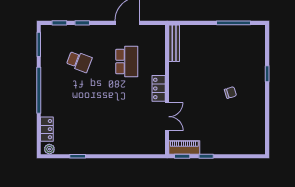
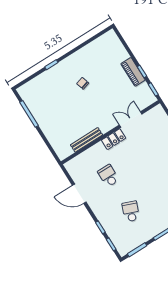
bench: (174, 43) -> (86, 140), moved
school desk: (127, 61) -> (108, 176), width x0.54
piano: (184, 147) -> (133, 72), moved

